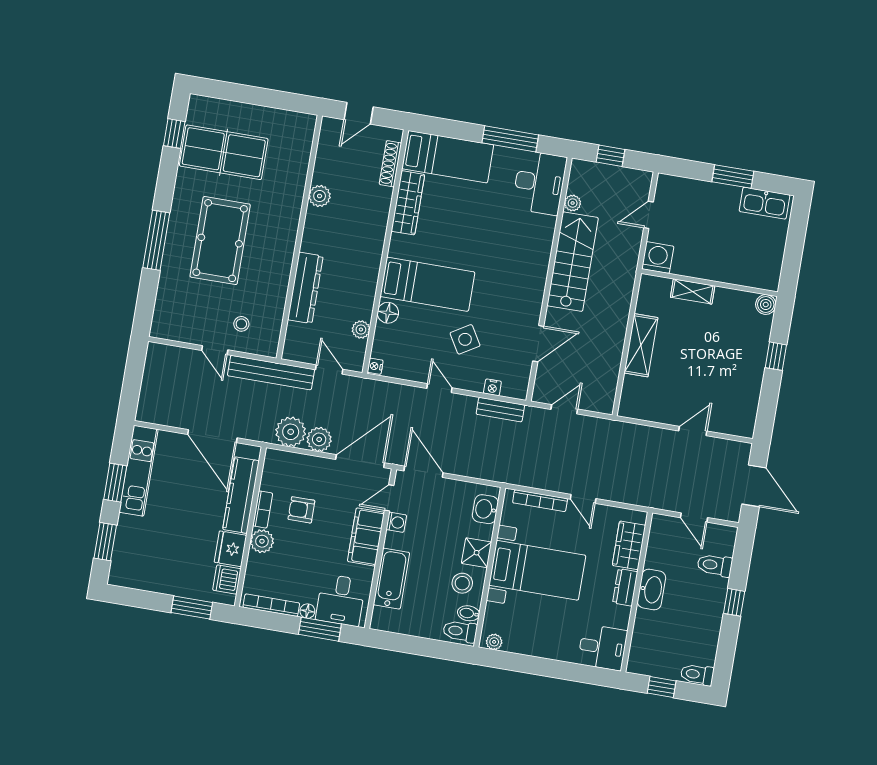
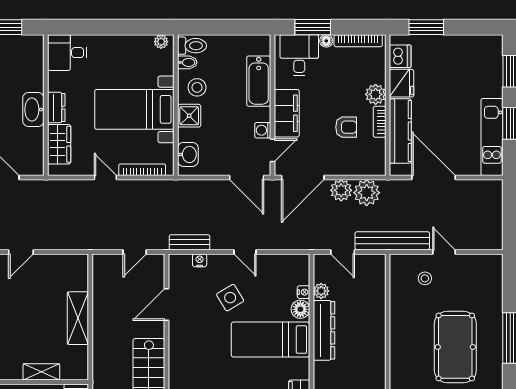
dresser: (305, 288) -> (324, 330), moved, turned 180
nightstand: (375, 366) -> (304, 292), moved

